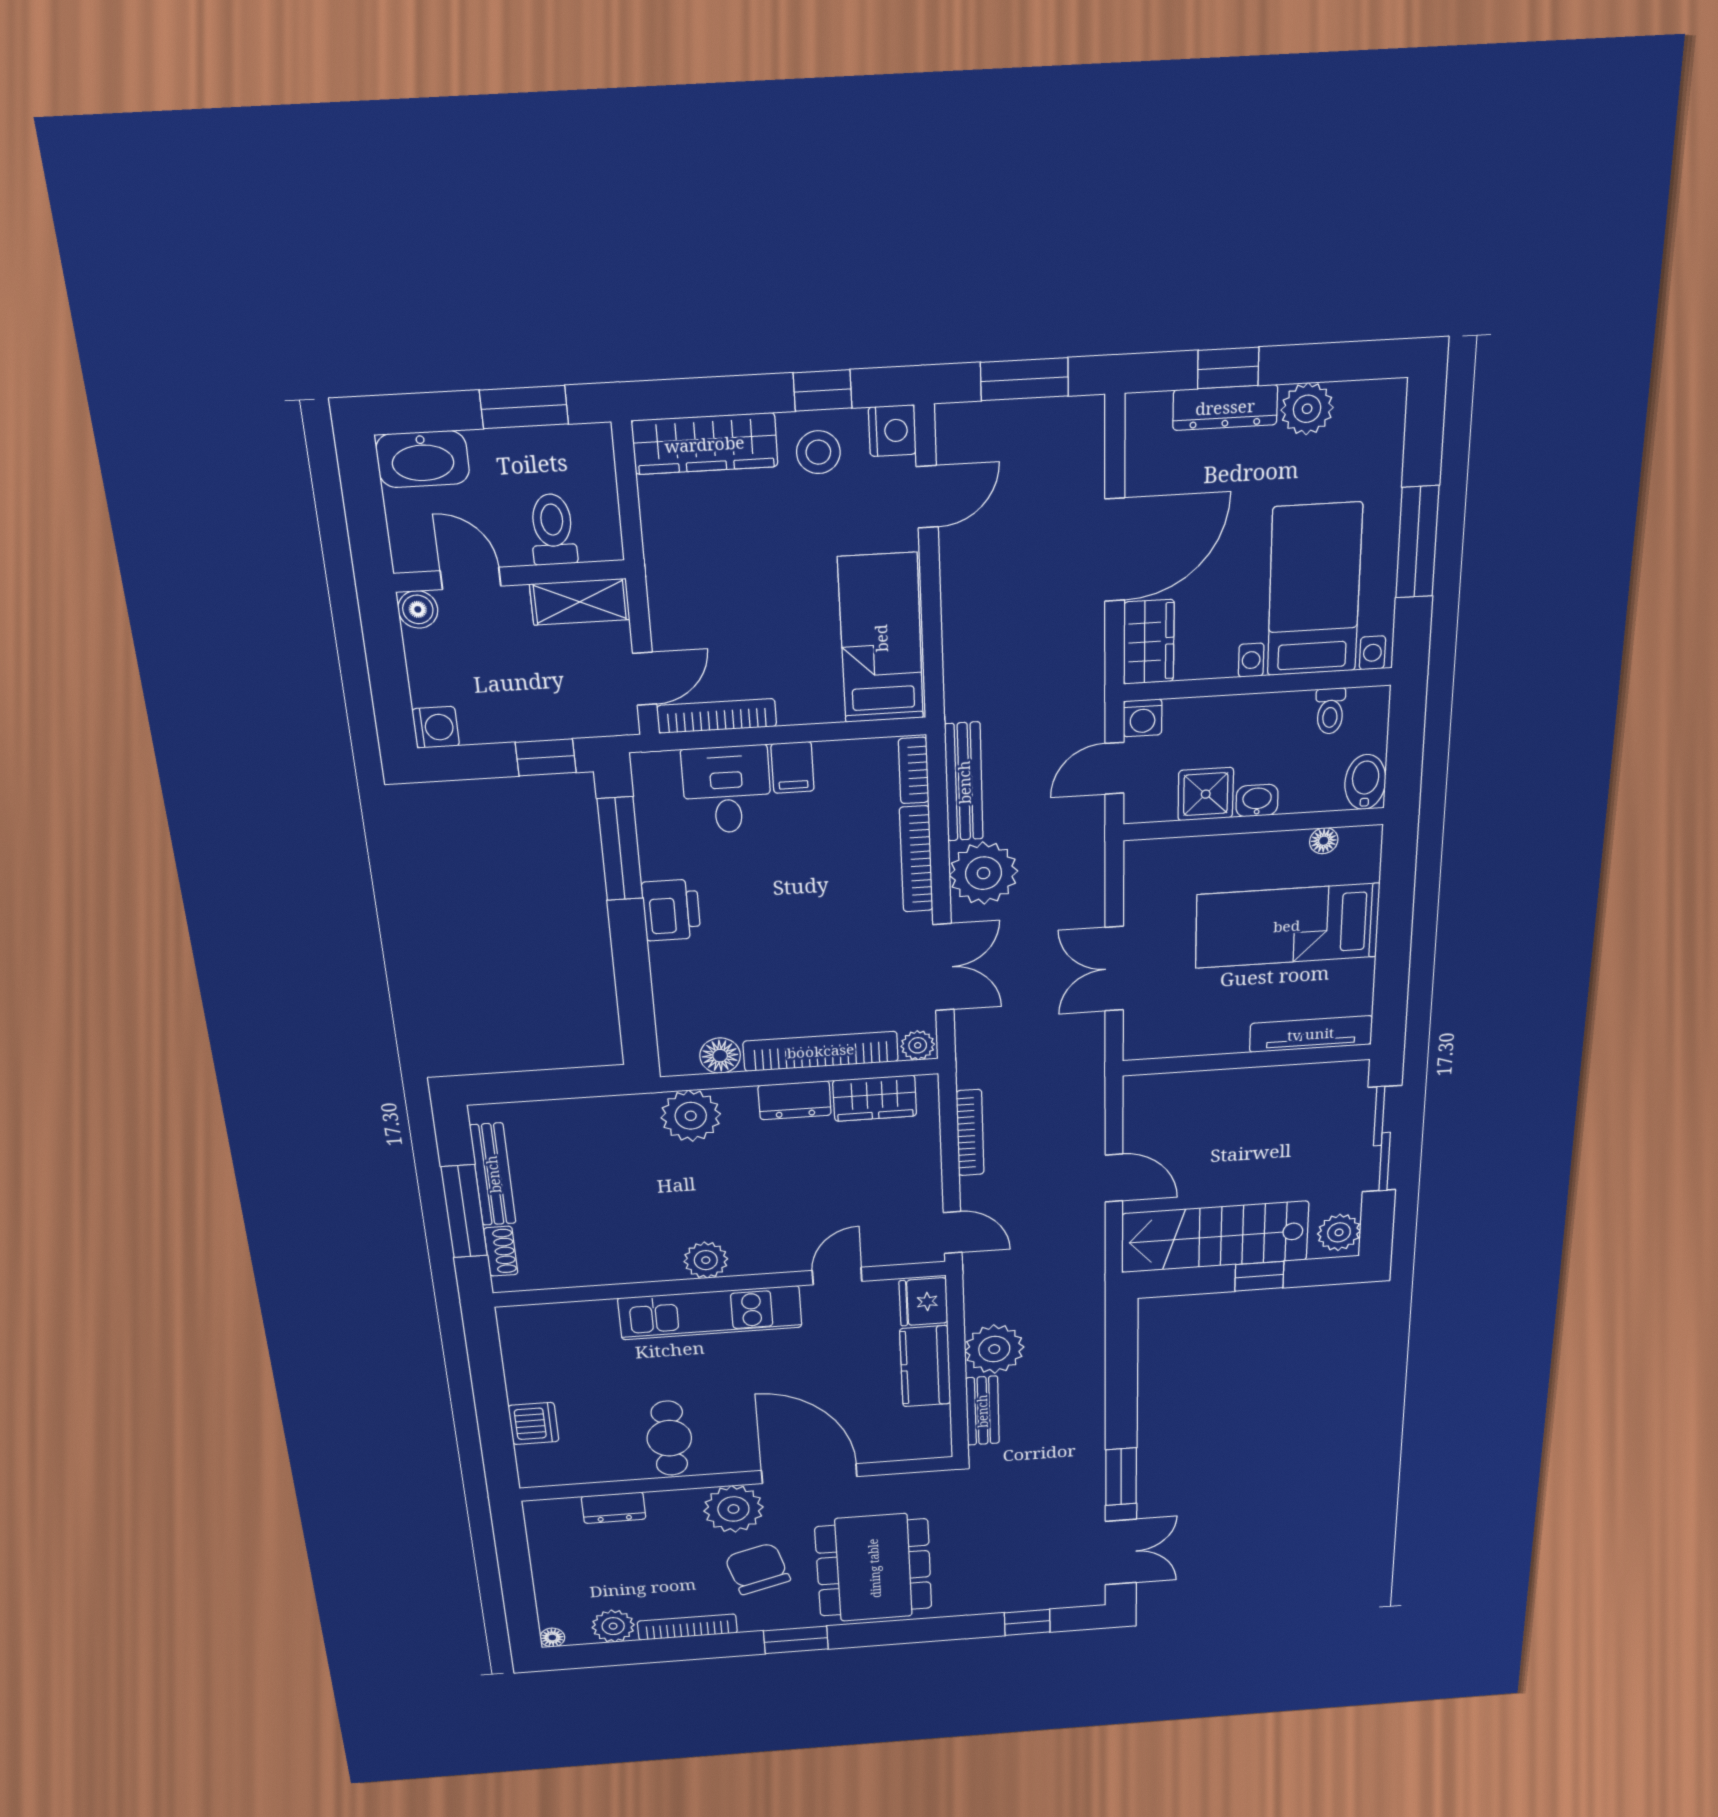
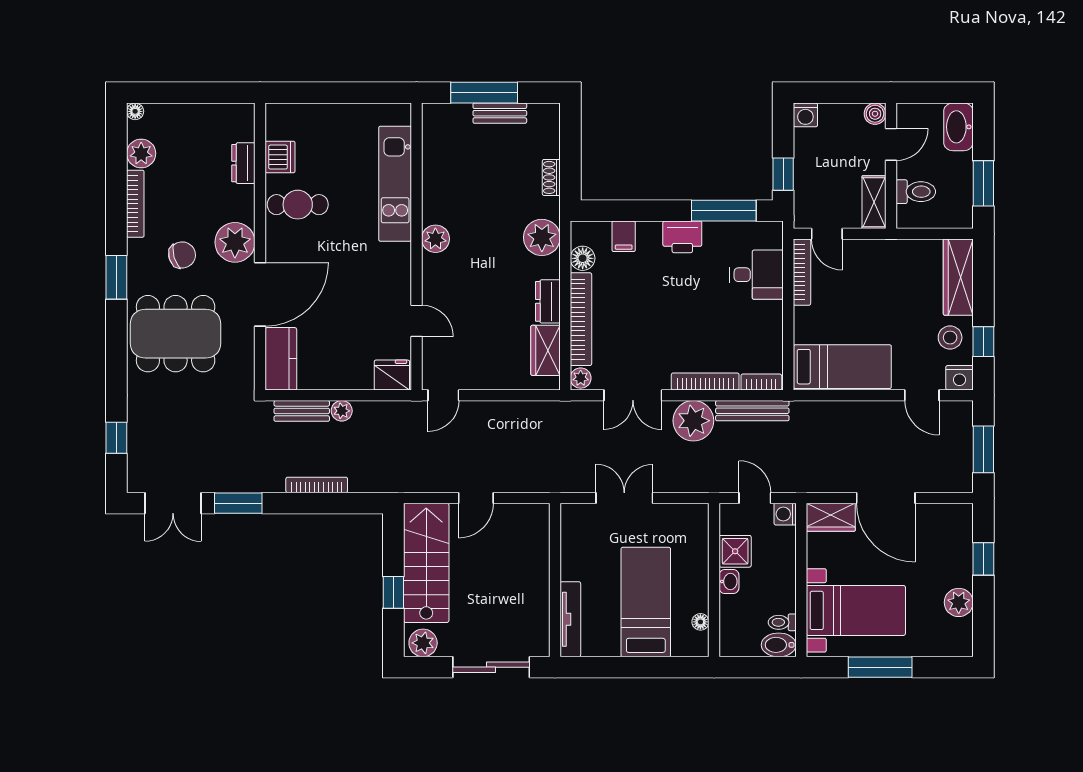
dresser: (1225, 407) -> (962, 558), removed
filing cabinet: (793, 767) -> (624, 236), moved, turned -90
bidet: (1365, 782) -> (779, 645), moved, turned 180
bookcase: (970, 1133) -> (317, 485), moved, turned 180
bench: (493, 1174) -> (500, 113), width x0.73
shoe rack: (501, 1251) -> (551, 177), moved, turned 90
kitchen unit: (710, 1313) -> (395, 184), moved
plant: (994, 1349) -> (342, 411), width x0.53, depth x0.53
kitchen counter: (925, 1366) -> (281, 359), moved, turned 90
dishwasher: (533, 1423) -> (280, 157), moved, turned -90
chair: (758, 1569) -> (182, 255), width x0.73, depth x0.73

